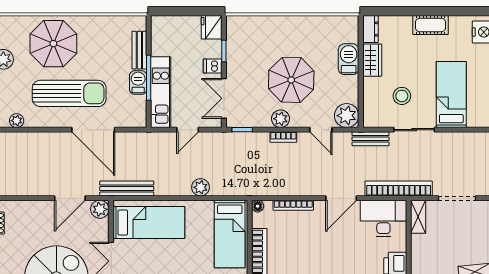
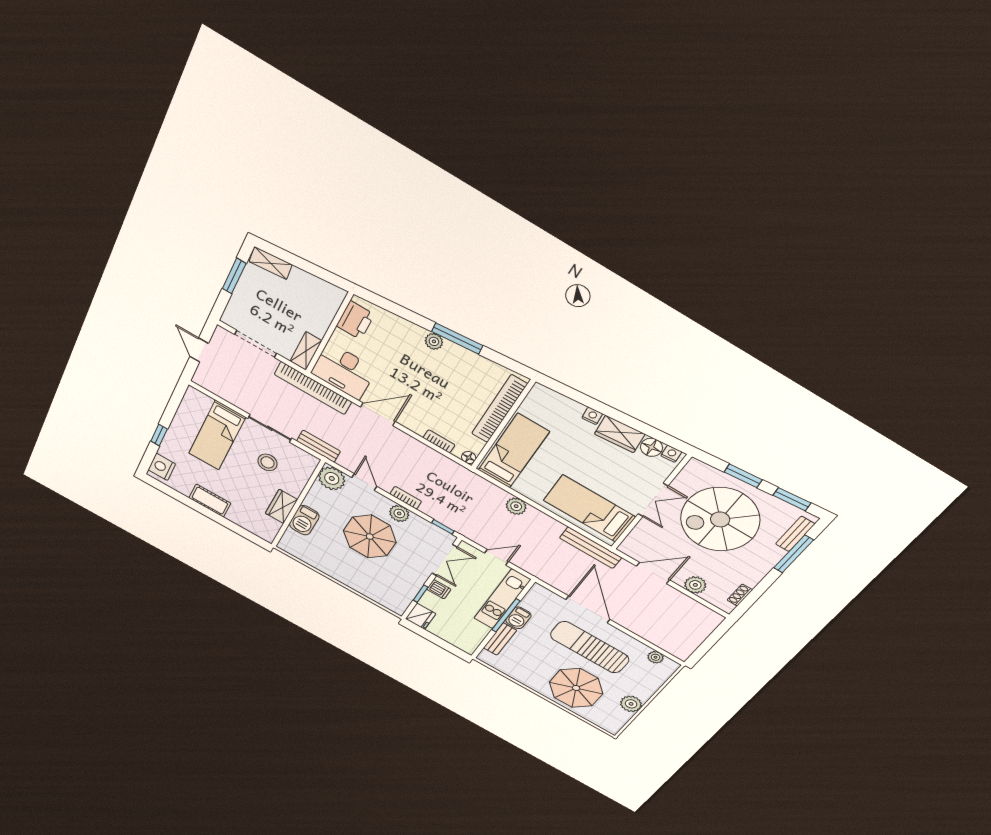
dresser: (370, 29) -> (270, 530), removed
bookcase: (293, 205) -> (439, 441), width x0.64
plant: (100, 209) -> (695, 585), moved

